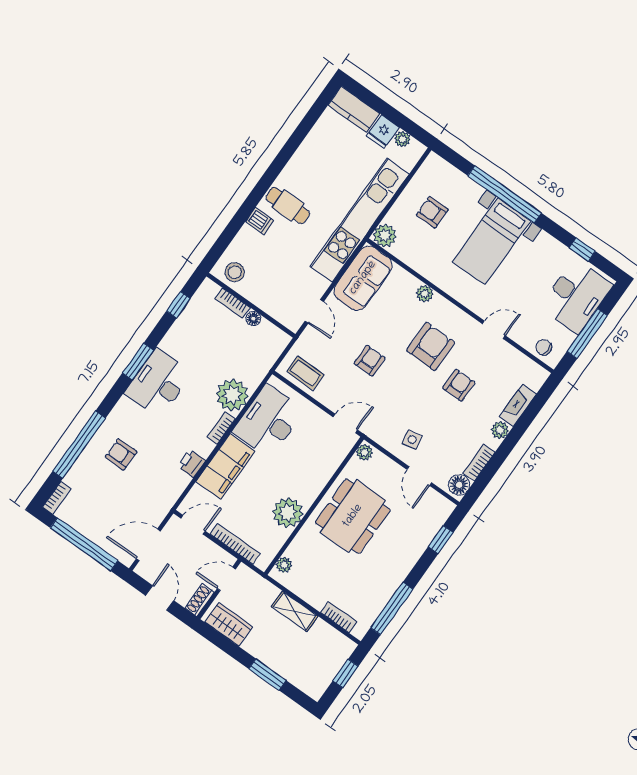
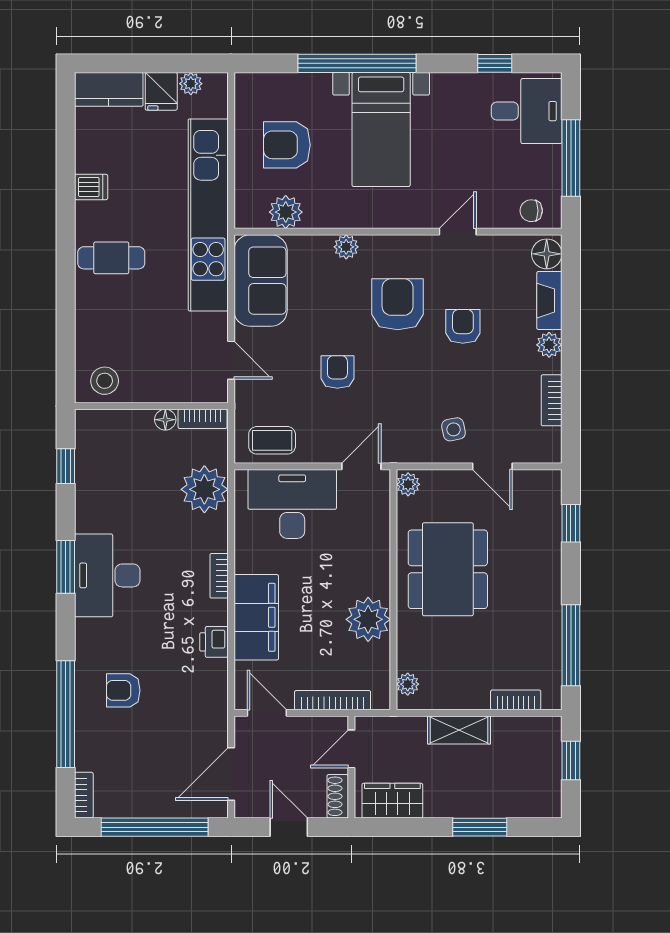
armchair: (432, 212) -> (287, 145), width x1.38, depth x1.38
dishwasher: (260, 221) -> (91, 187), moved
plant: (385, 236) -> (286, 212), moved
desk: (576, 296) -> (527, 111), width x0.73
bookcase: (233, 303) -> (203, 419), moved
plant: (232, 395) -> (204, 489), moved
desk: (268, 421) -> (292, 504), moved, turned 90
floor lamp: (459, 485) -> (547, 254), moved
door: (193, 525) -> (267, 713), hinge flipped

